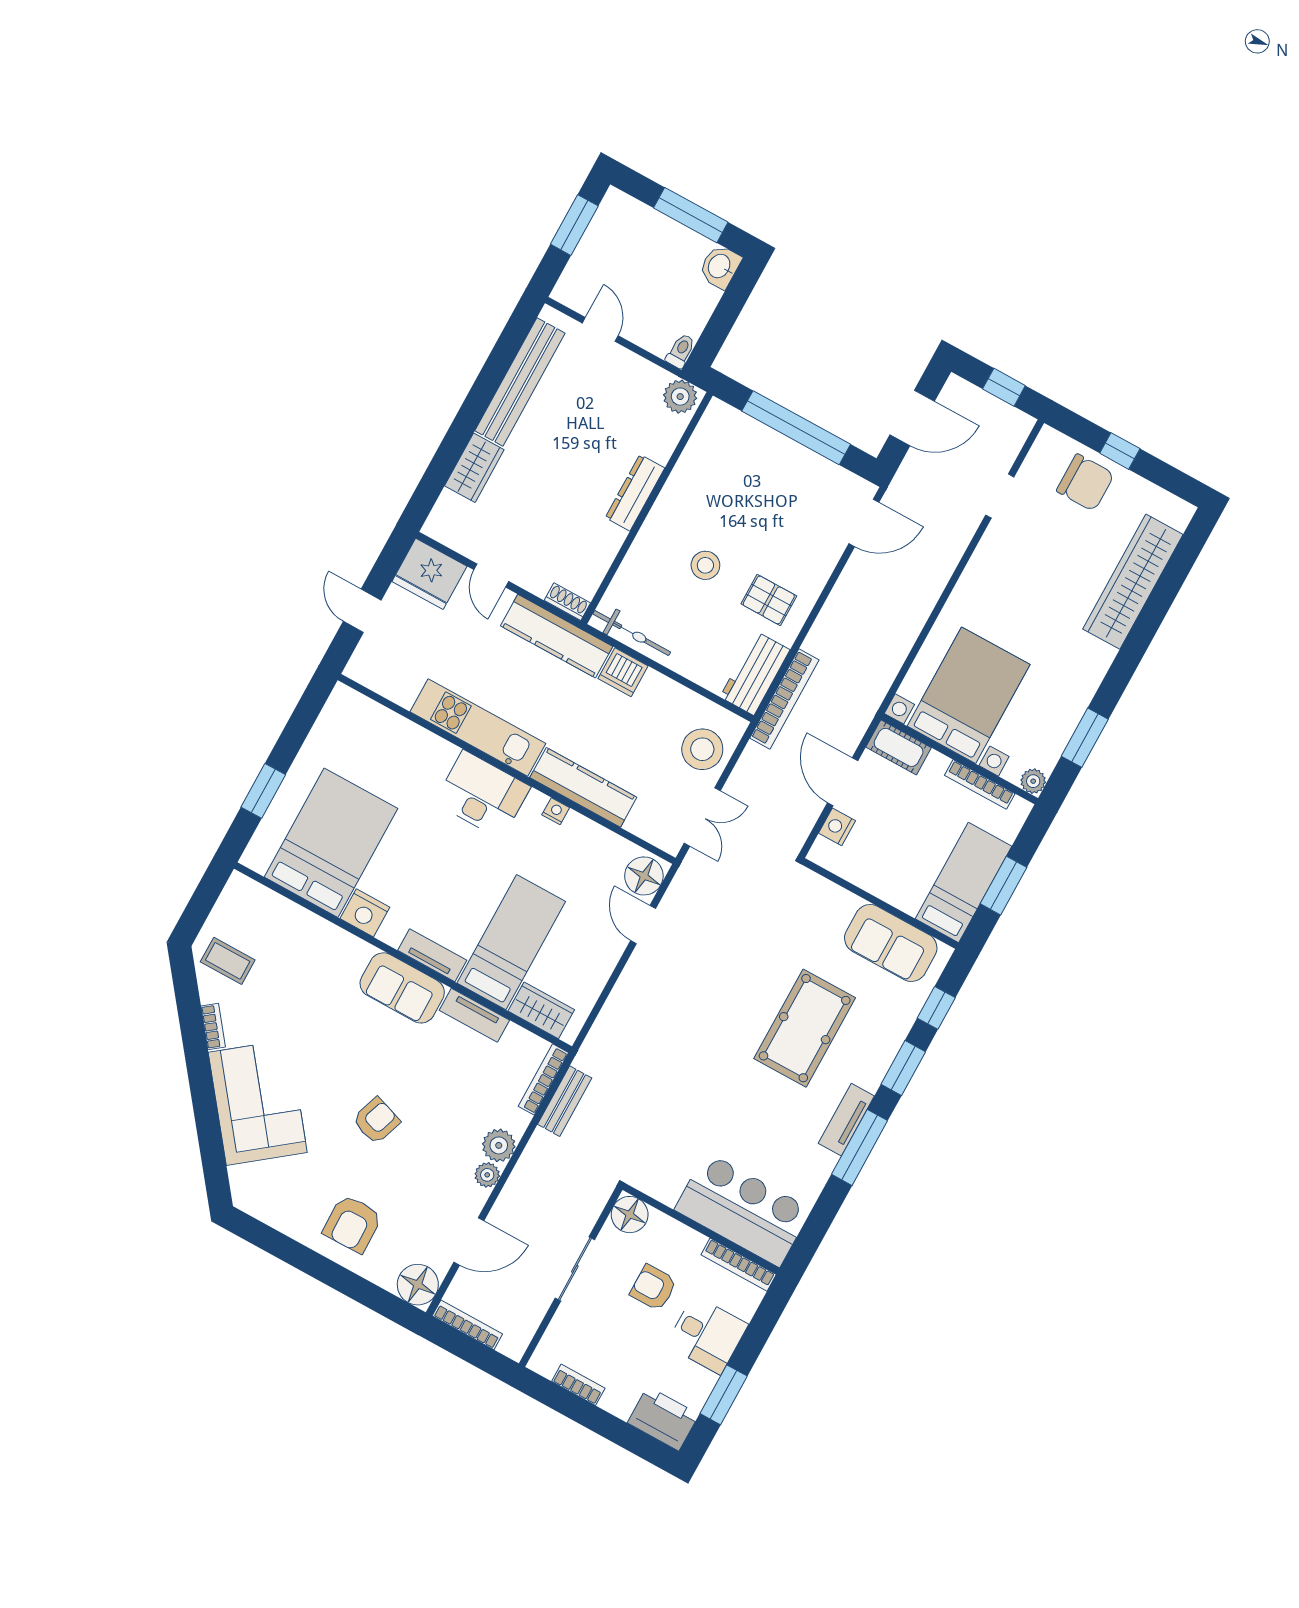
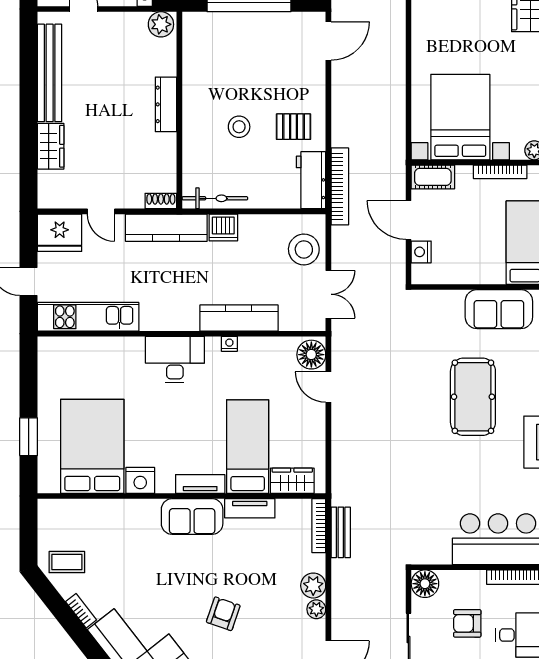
kitchen unit: (478, 728) -> (88, 317), moved

